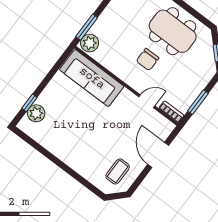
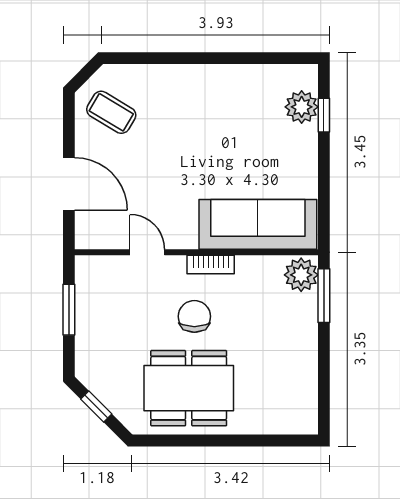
door: (147, 101) -> (147, 252), swing flipped
bookcase: (171, 112) -> (211, 265), moved
coffee table: (118, 171) -> (111, 112), turned -59

